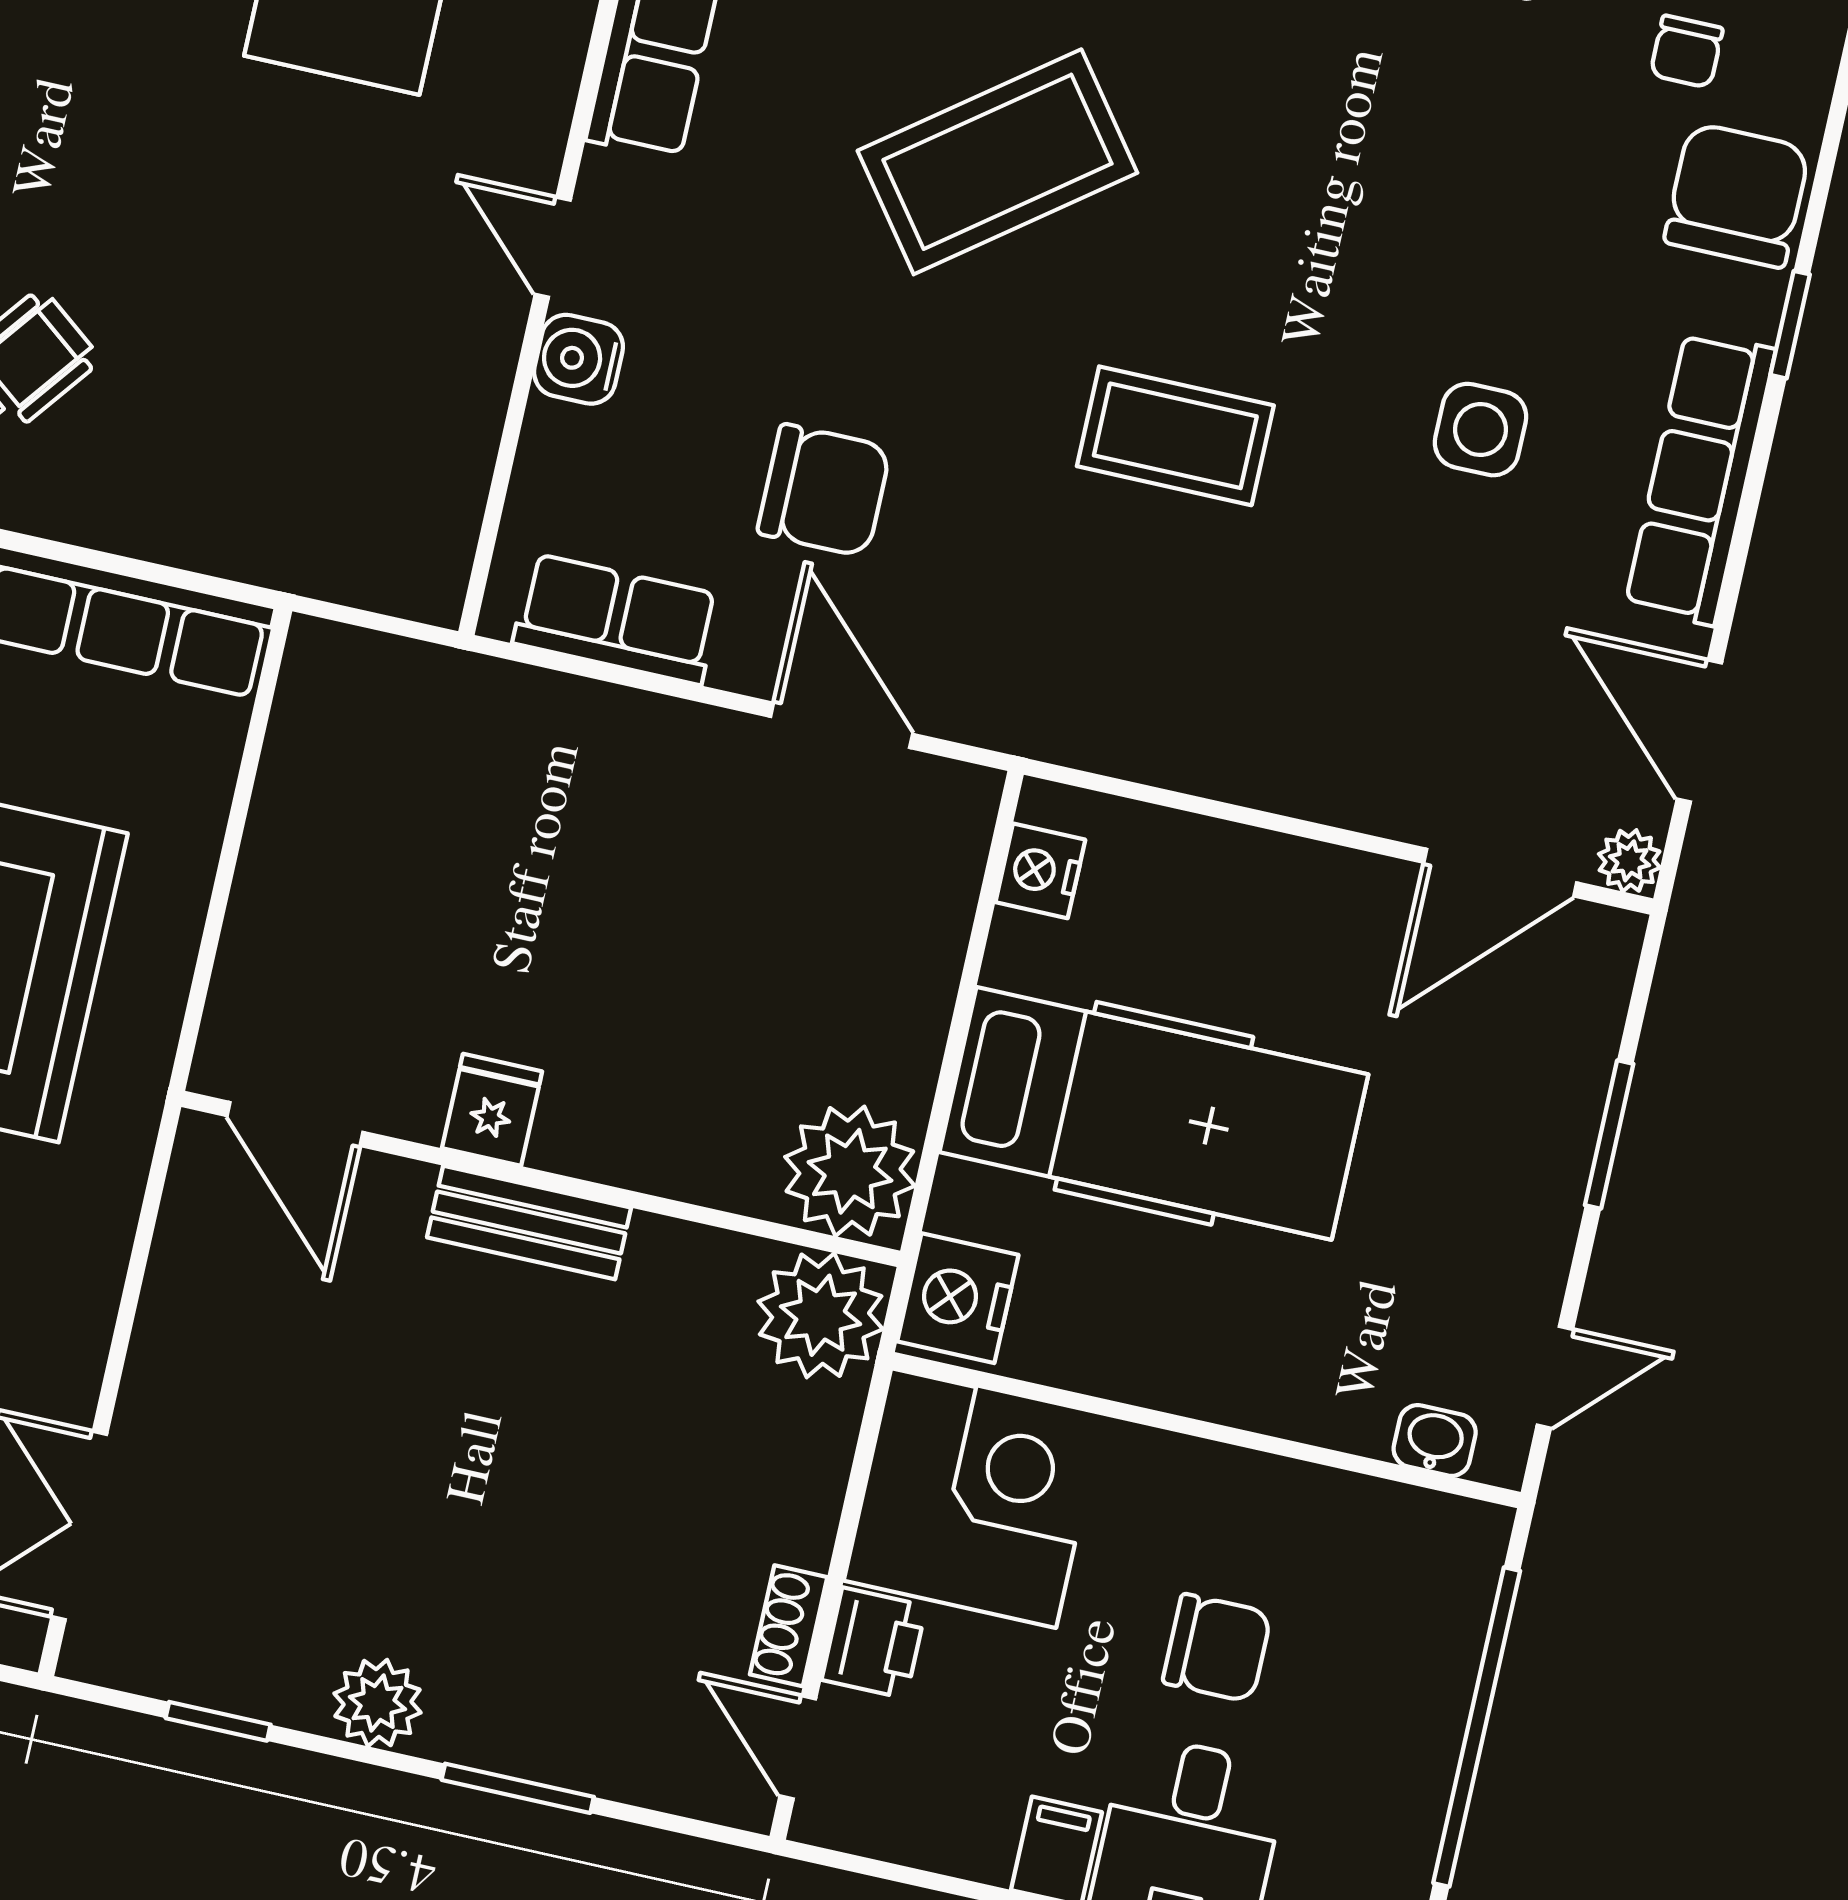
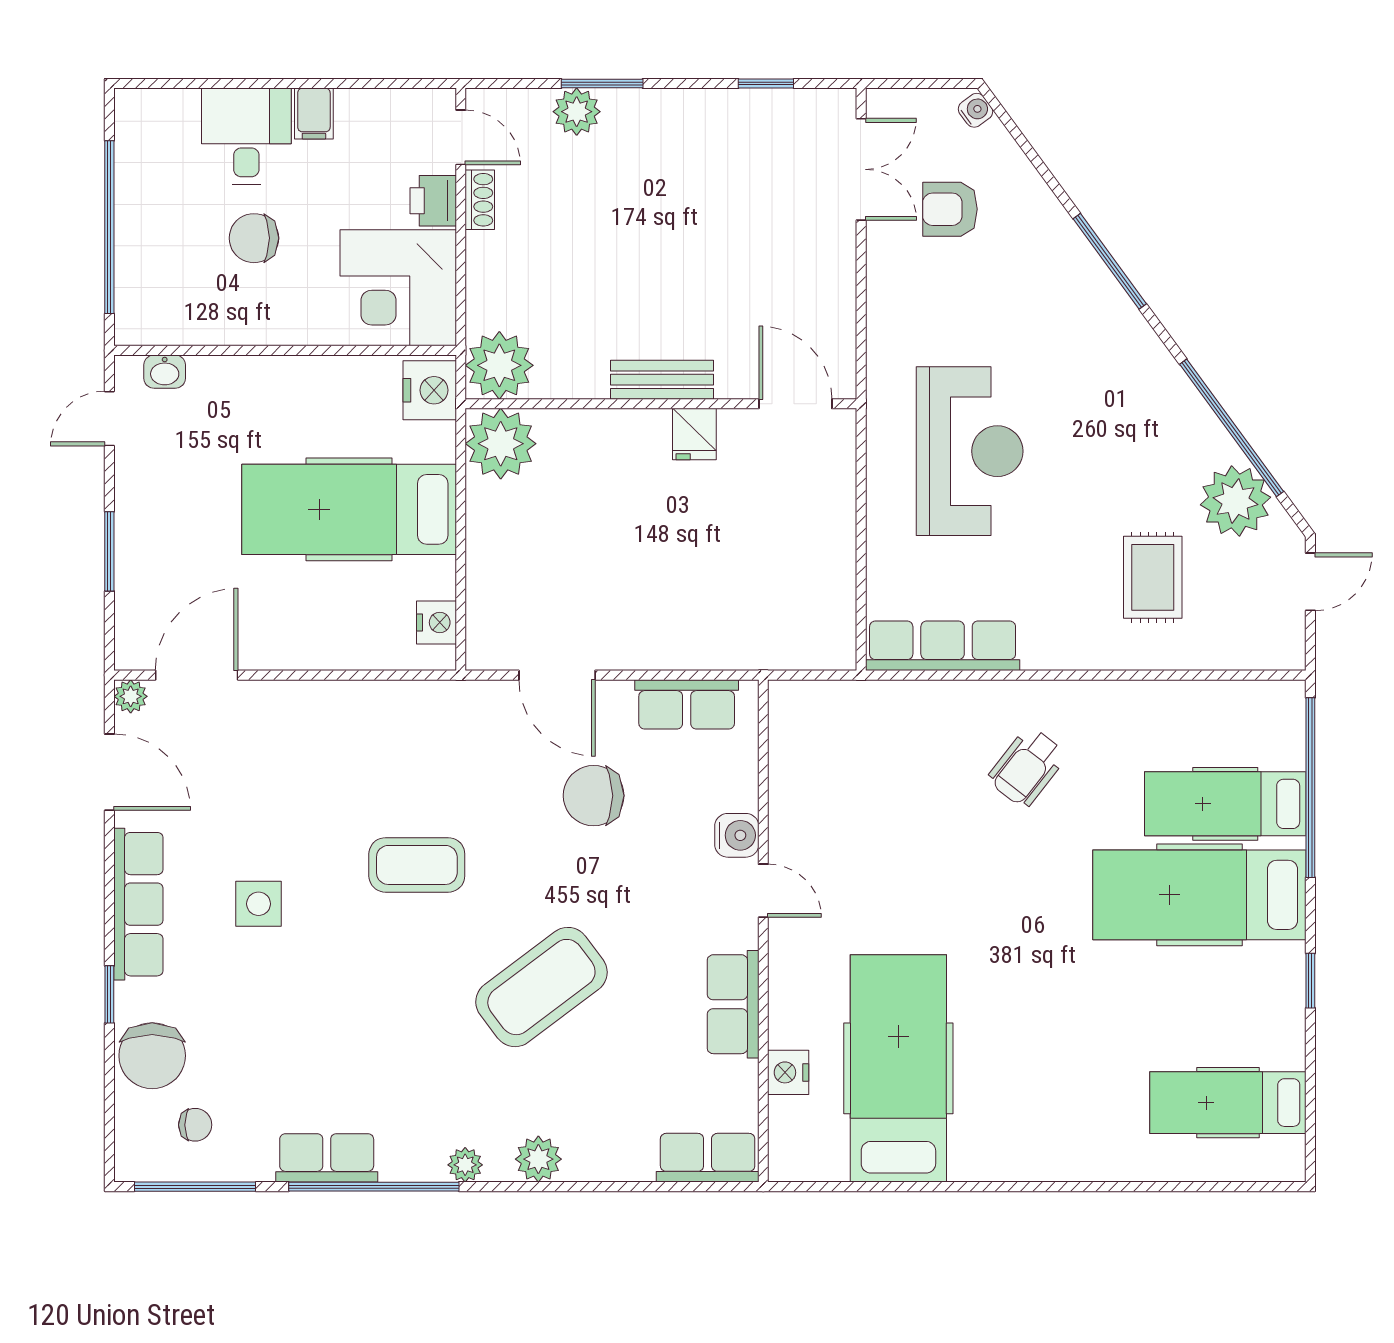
chair: (1687, 52) -> (195, 1125), turned 90
plant: (377, 1703) -> (577, 112), moved

